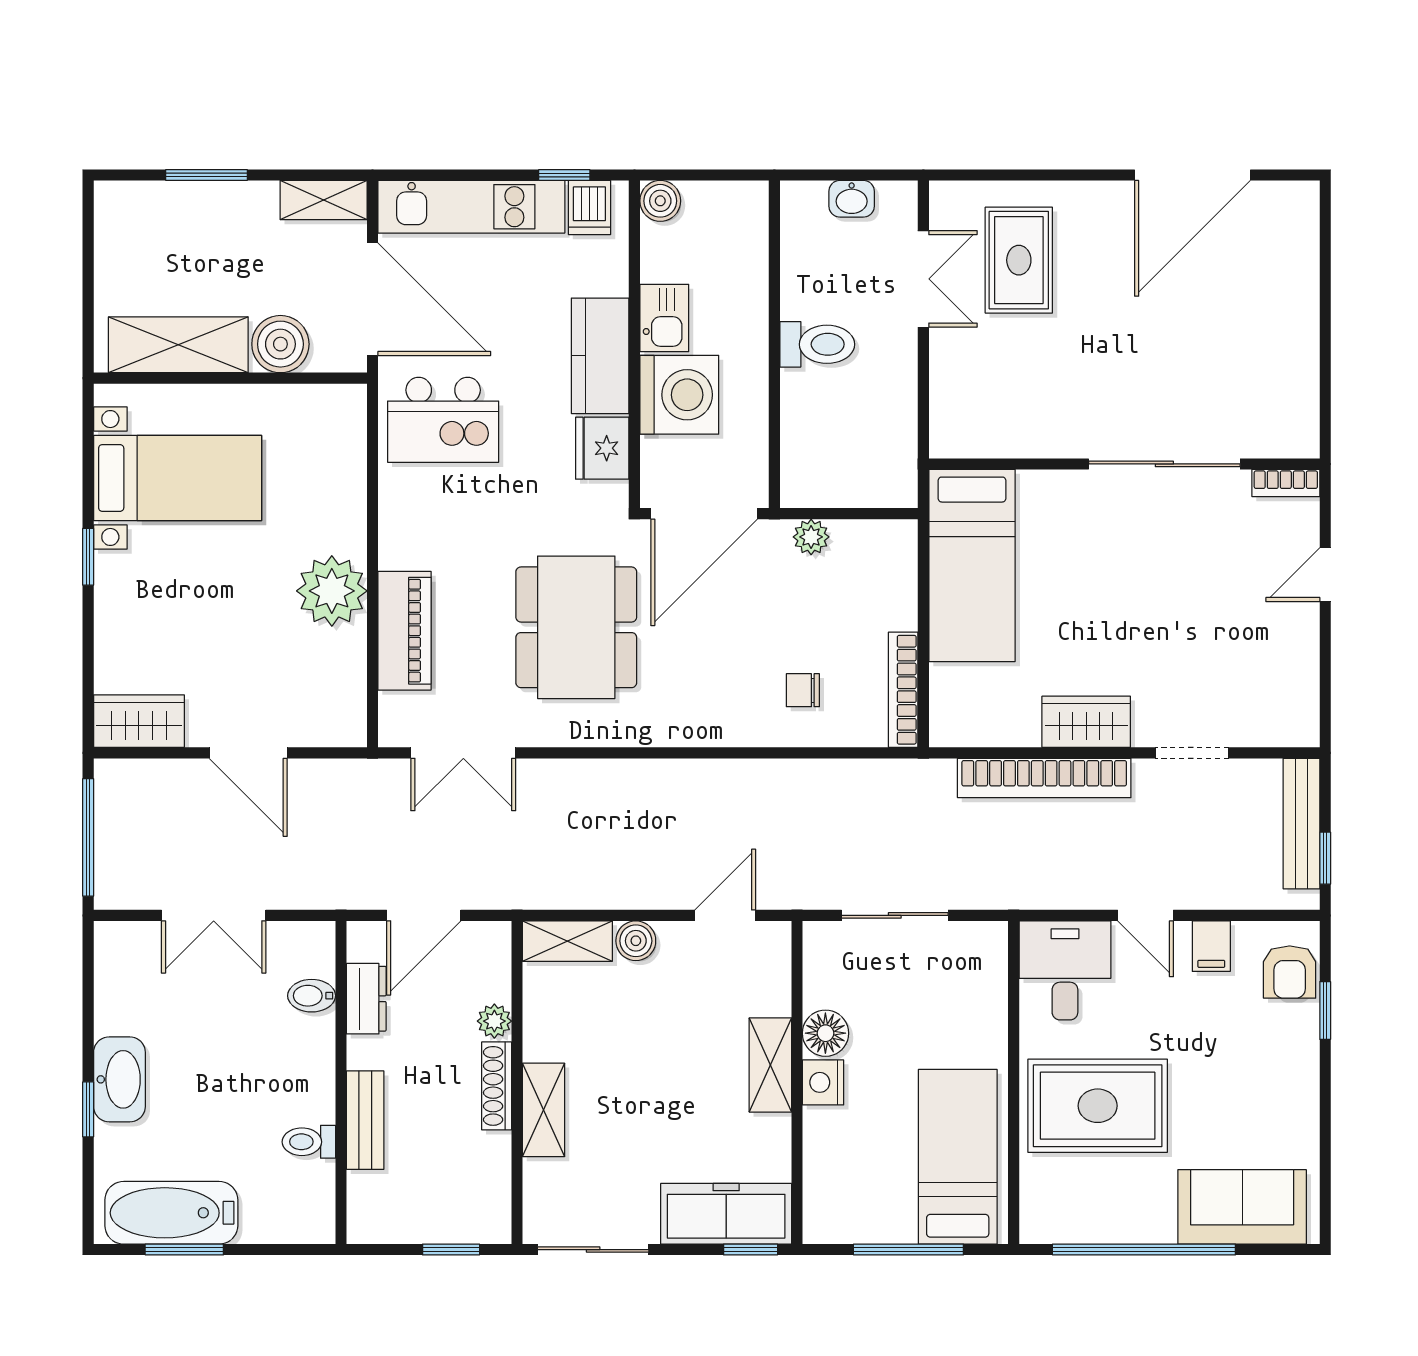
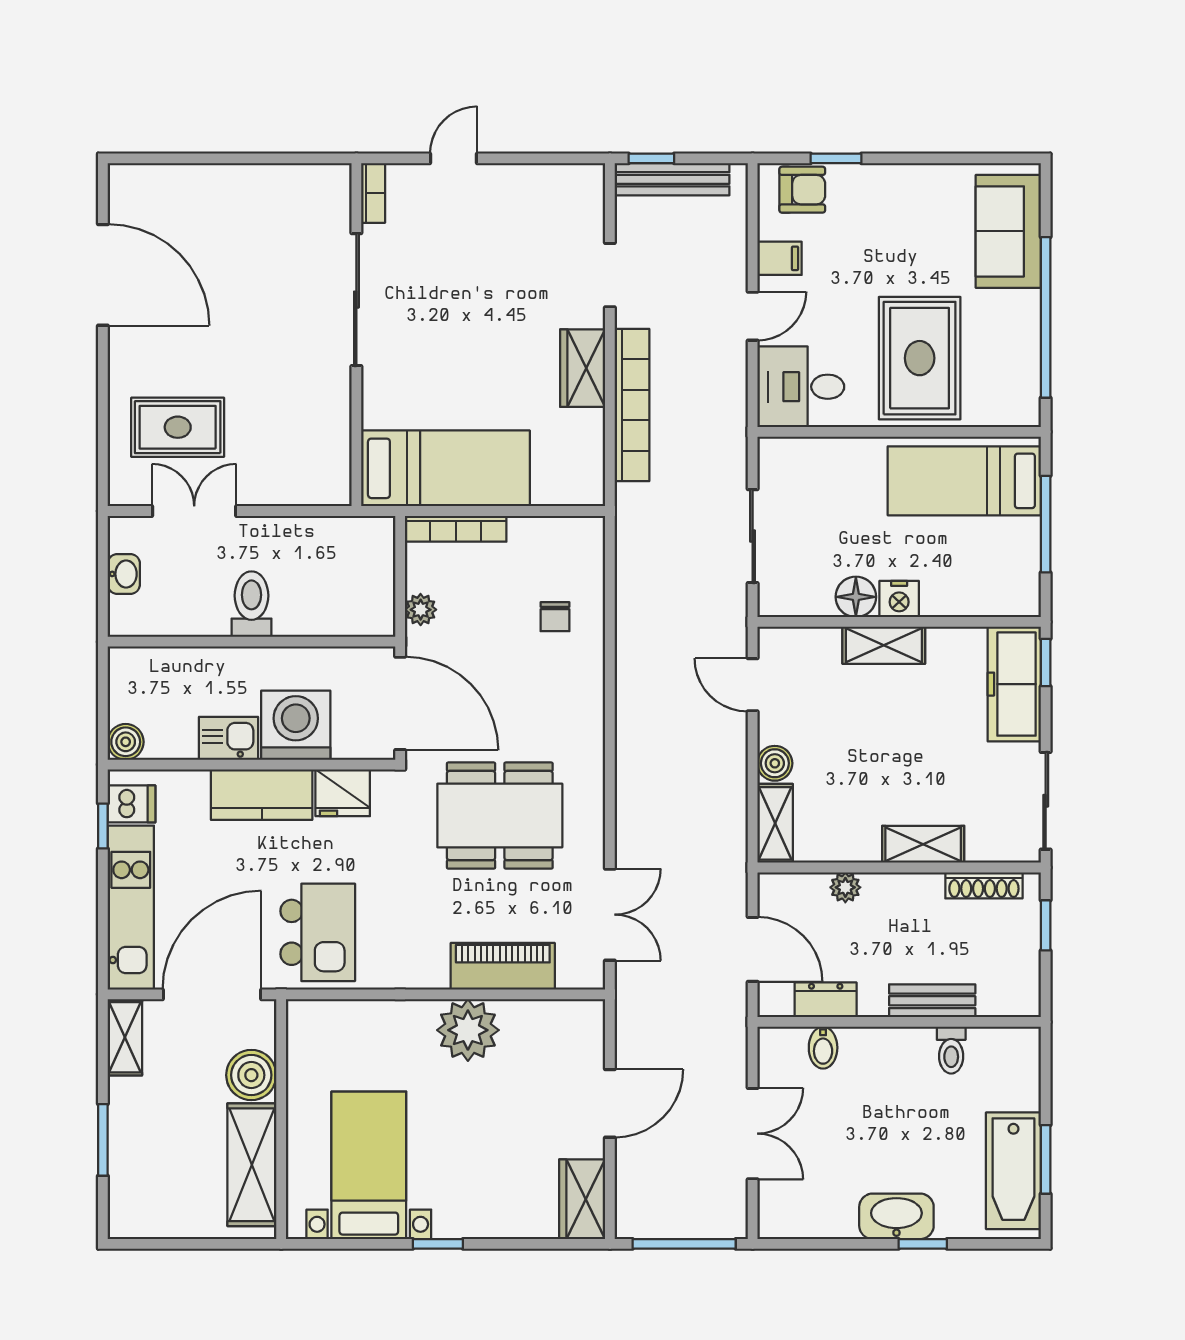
door: (1325, 575) -> (454, 158), swing flipped
bookcase: (903, 690) -> (456, 529), moved
window: (1325, 858) -> (651, 158), moved
shoe rack: (497, 1086) -> (984, 885), moved

